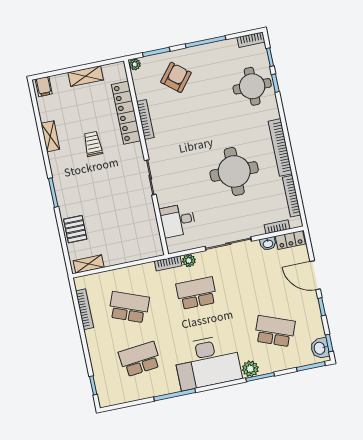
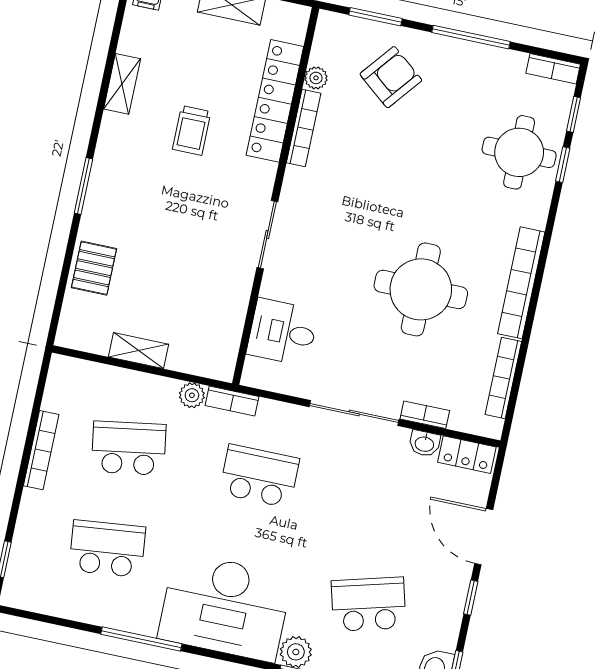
plant: (135, 64) -> (316, 78), moved
trolley: (93, 144) -> (192, 130), turned 180
bookcase: (277, 227) -> (425, 415), moved
plant: (189, 261) -> (192, 395), moved
shelving: (89, 264) -> (139, 351), moved
school desk: (129, 307) -> (129, 448), turned -30
bookcase: (85, 309) -> (41, 450), moved
school desk: (275, 331) -> (369, 604), turned -36

